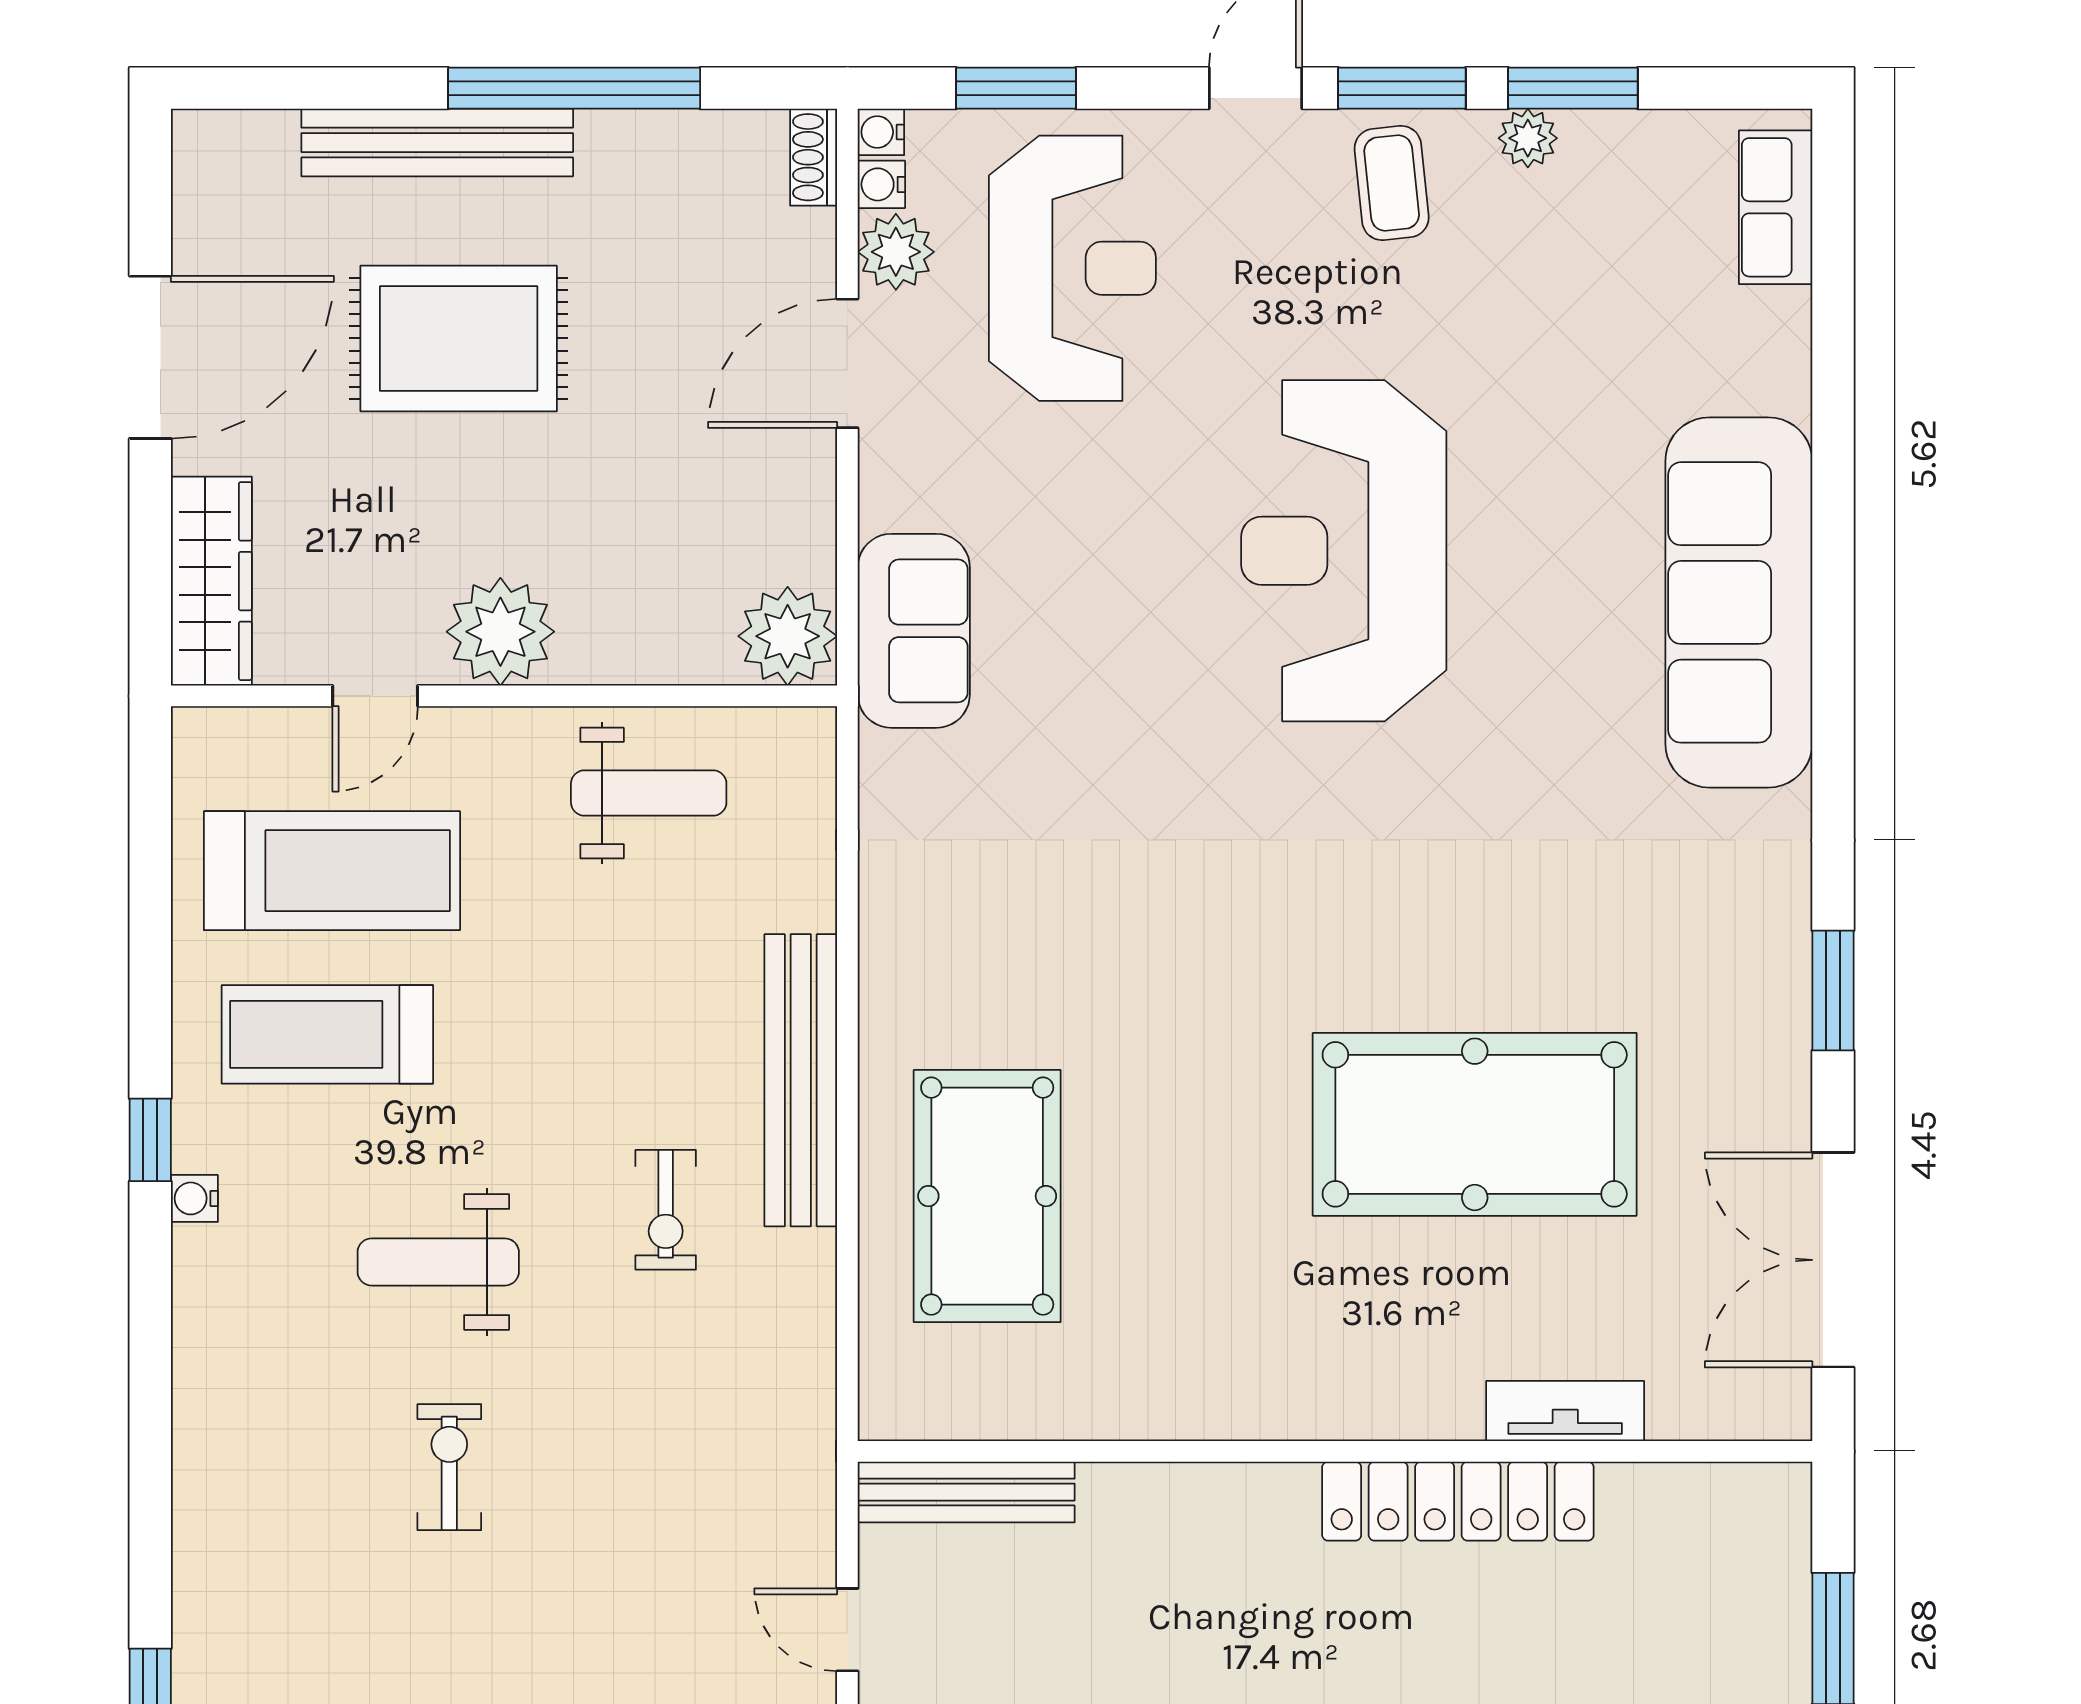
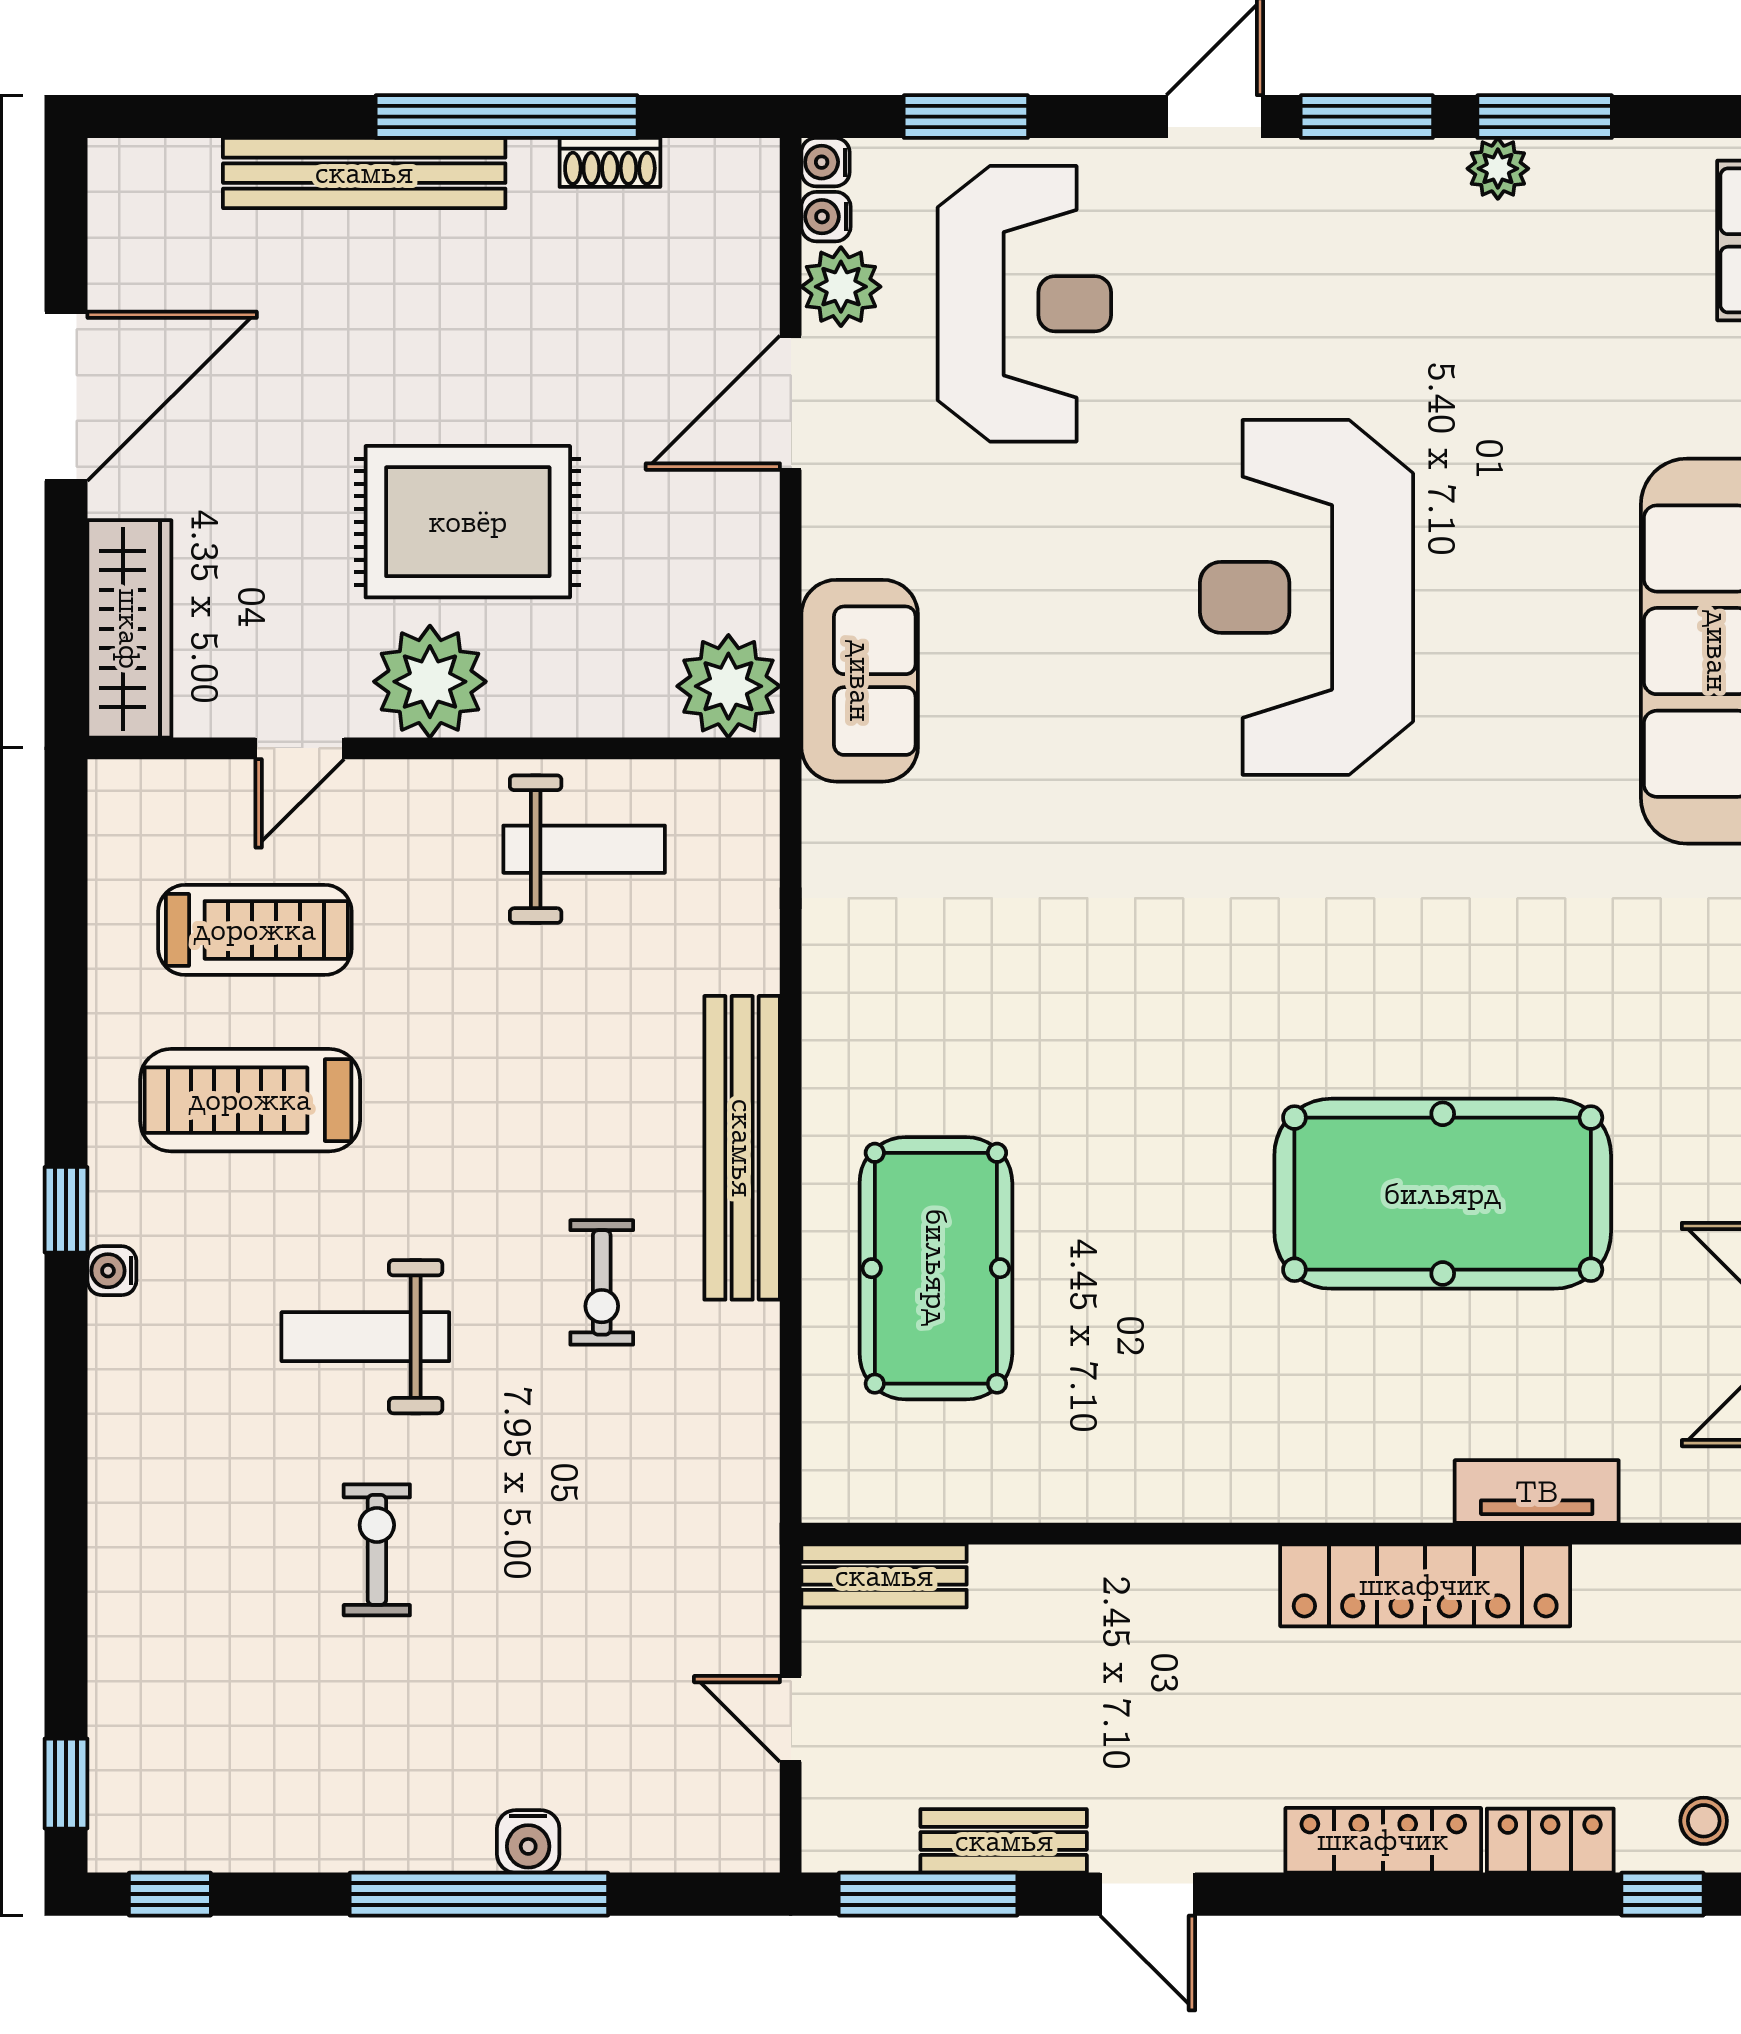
shoe rack: (814, 157) -> (610, 162), moved, turned -90
coffee table: (1392, 183) -> (1356, 215), removed
rug: (459, 338) -> (468, 522), moved
treadmill: (332, 871) -> (255, 930), width x0.73, depth x0.73
bench: (966, 1492) -> (884, 1576), width x0.73

